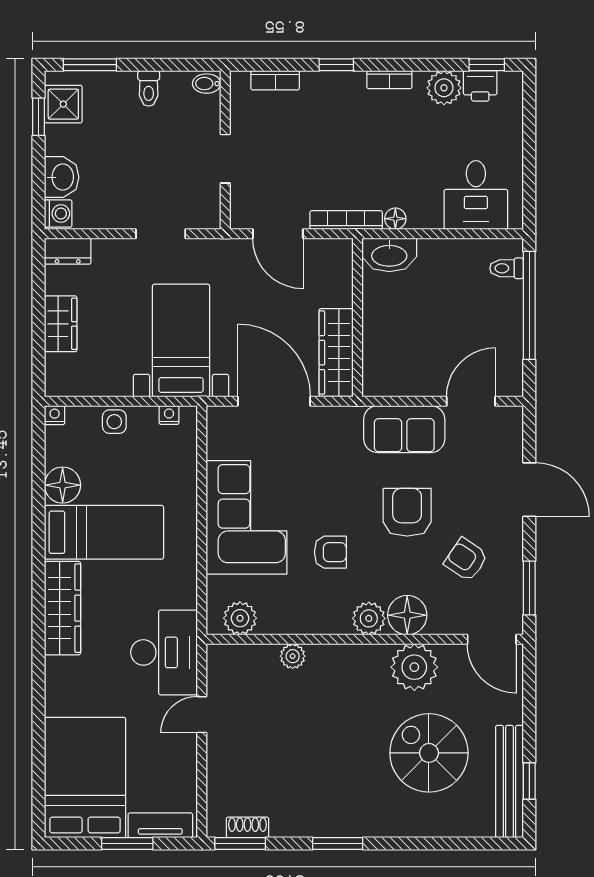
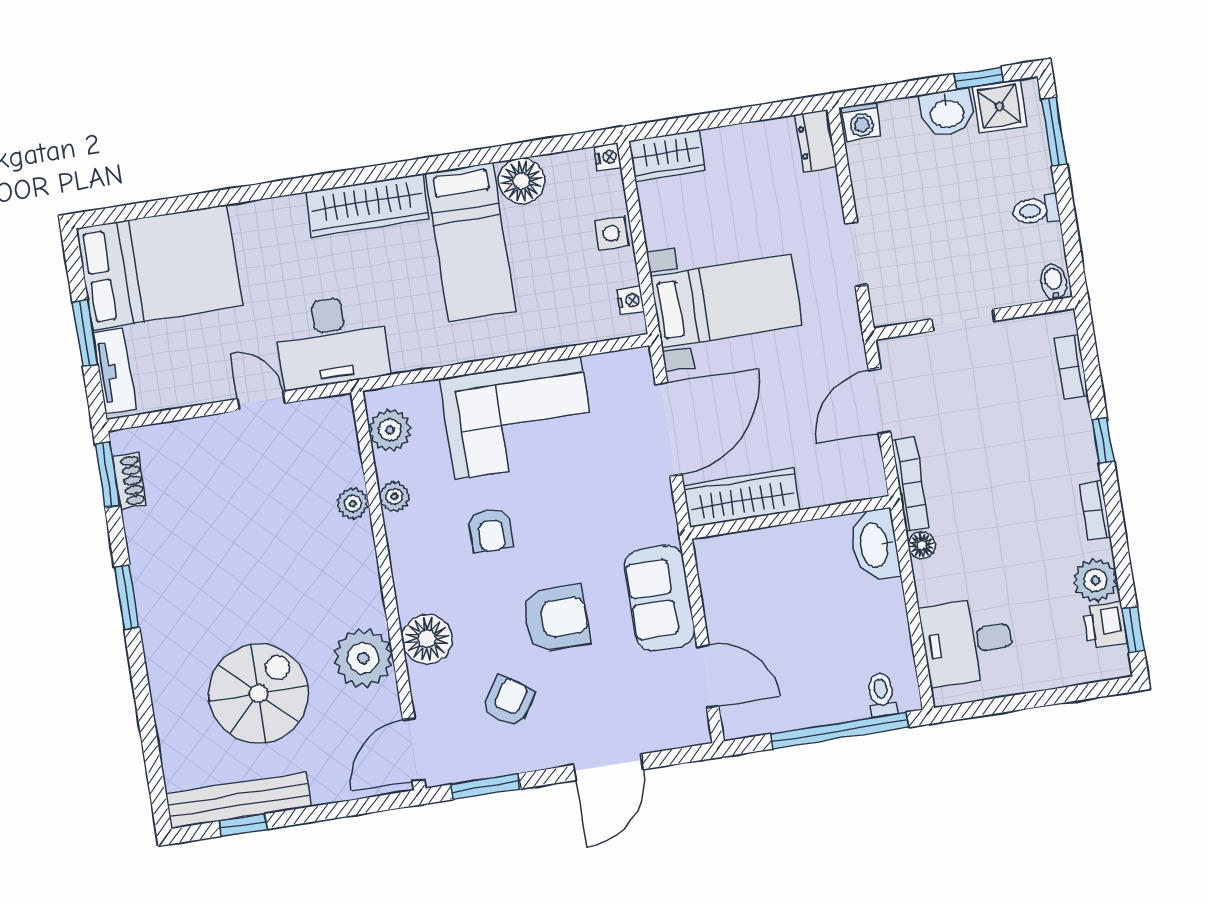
washbasin: (62, 177) -> (947, 113), moved
wardrobe: (61, 324) -> (667, 156), moved
plant: (369, 618) -> (394, 496), moved, width x0.73, depth x0.73

